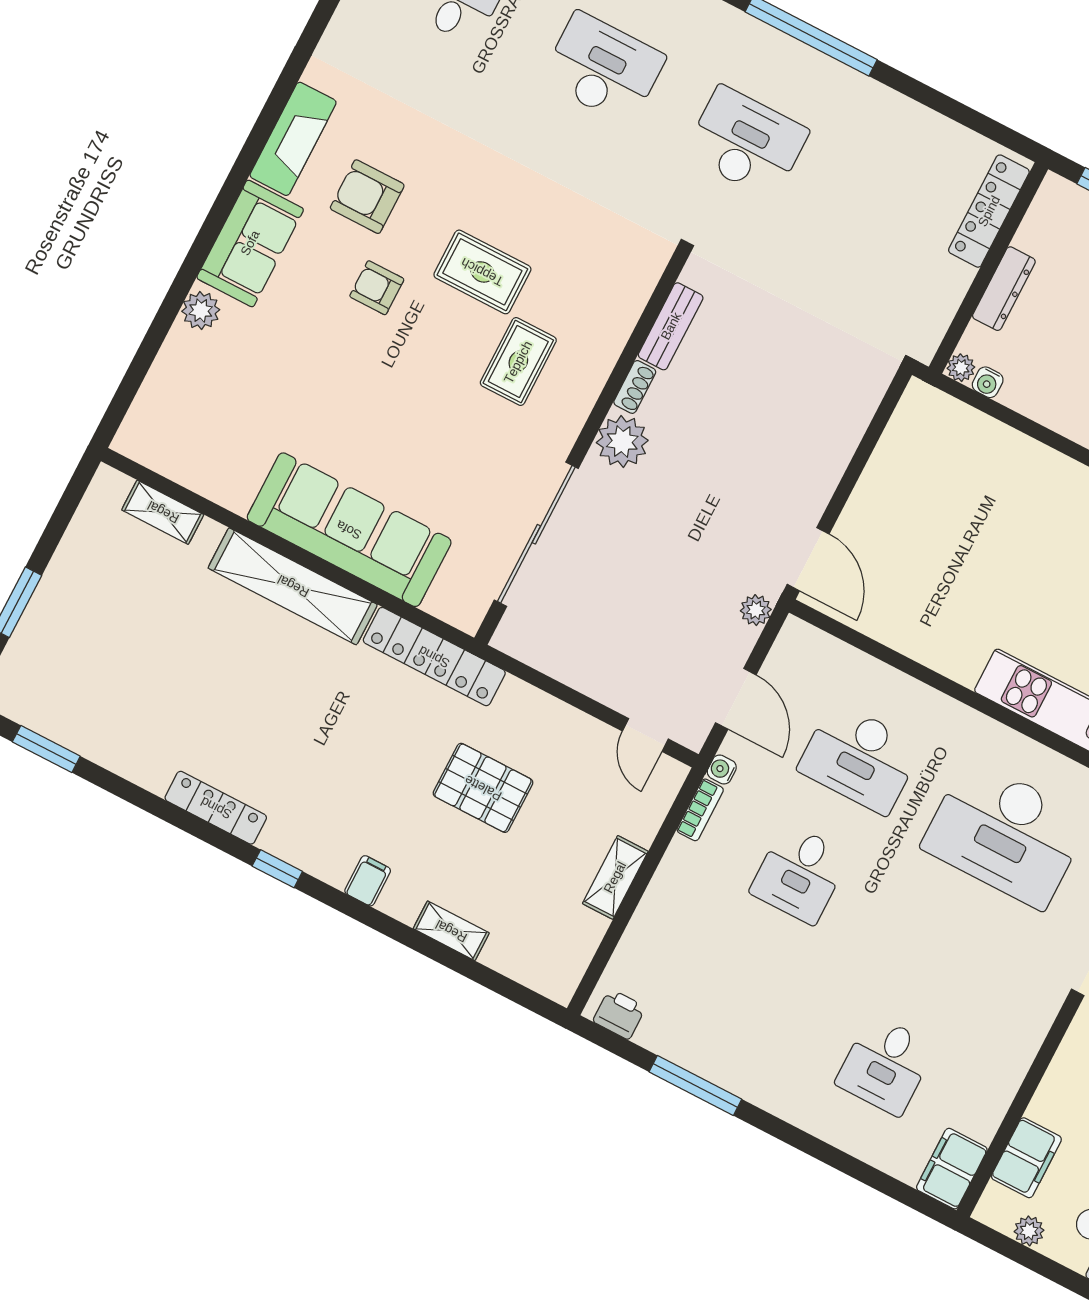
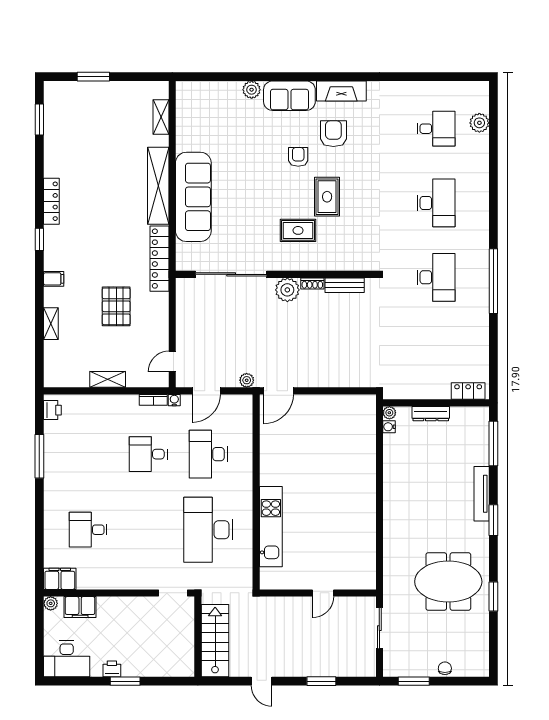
locker: (989, 211) -> (468, 391), width x0.66
plant: (1029, 1231) -> (51, 603), moved

